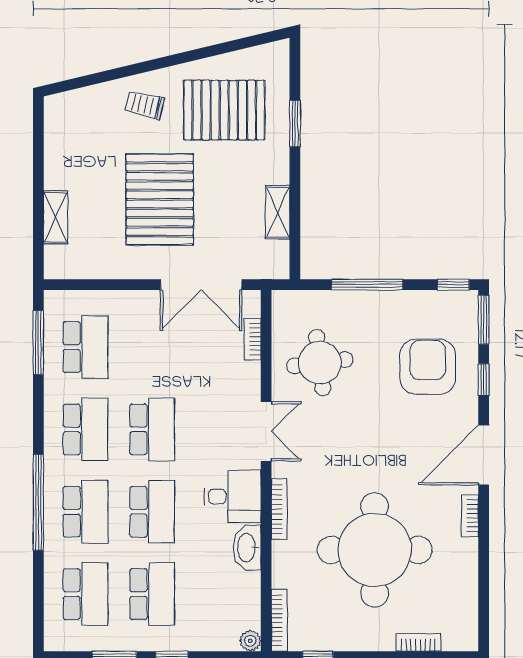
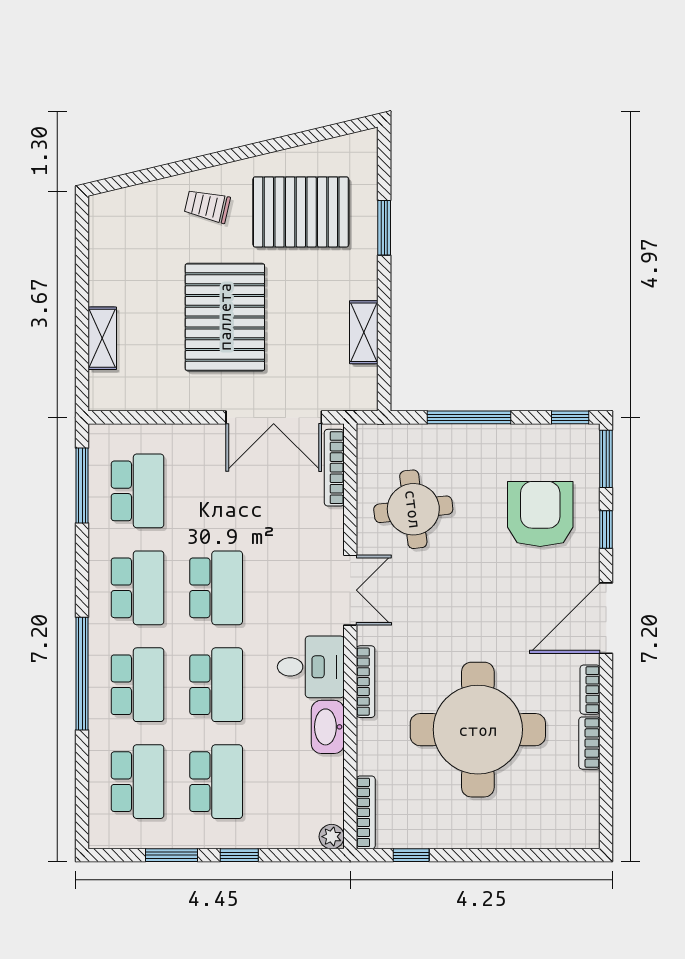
bookcase: (253, 339) -> (334, 468), width x1.56
bookcase: (418, 642) -> (589, 743), moved, turned -90

